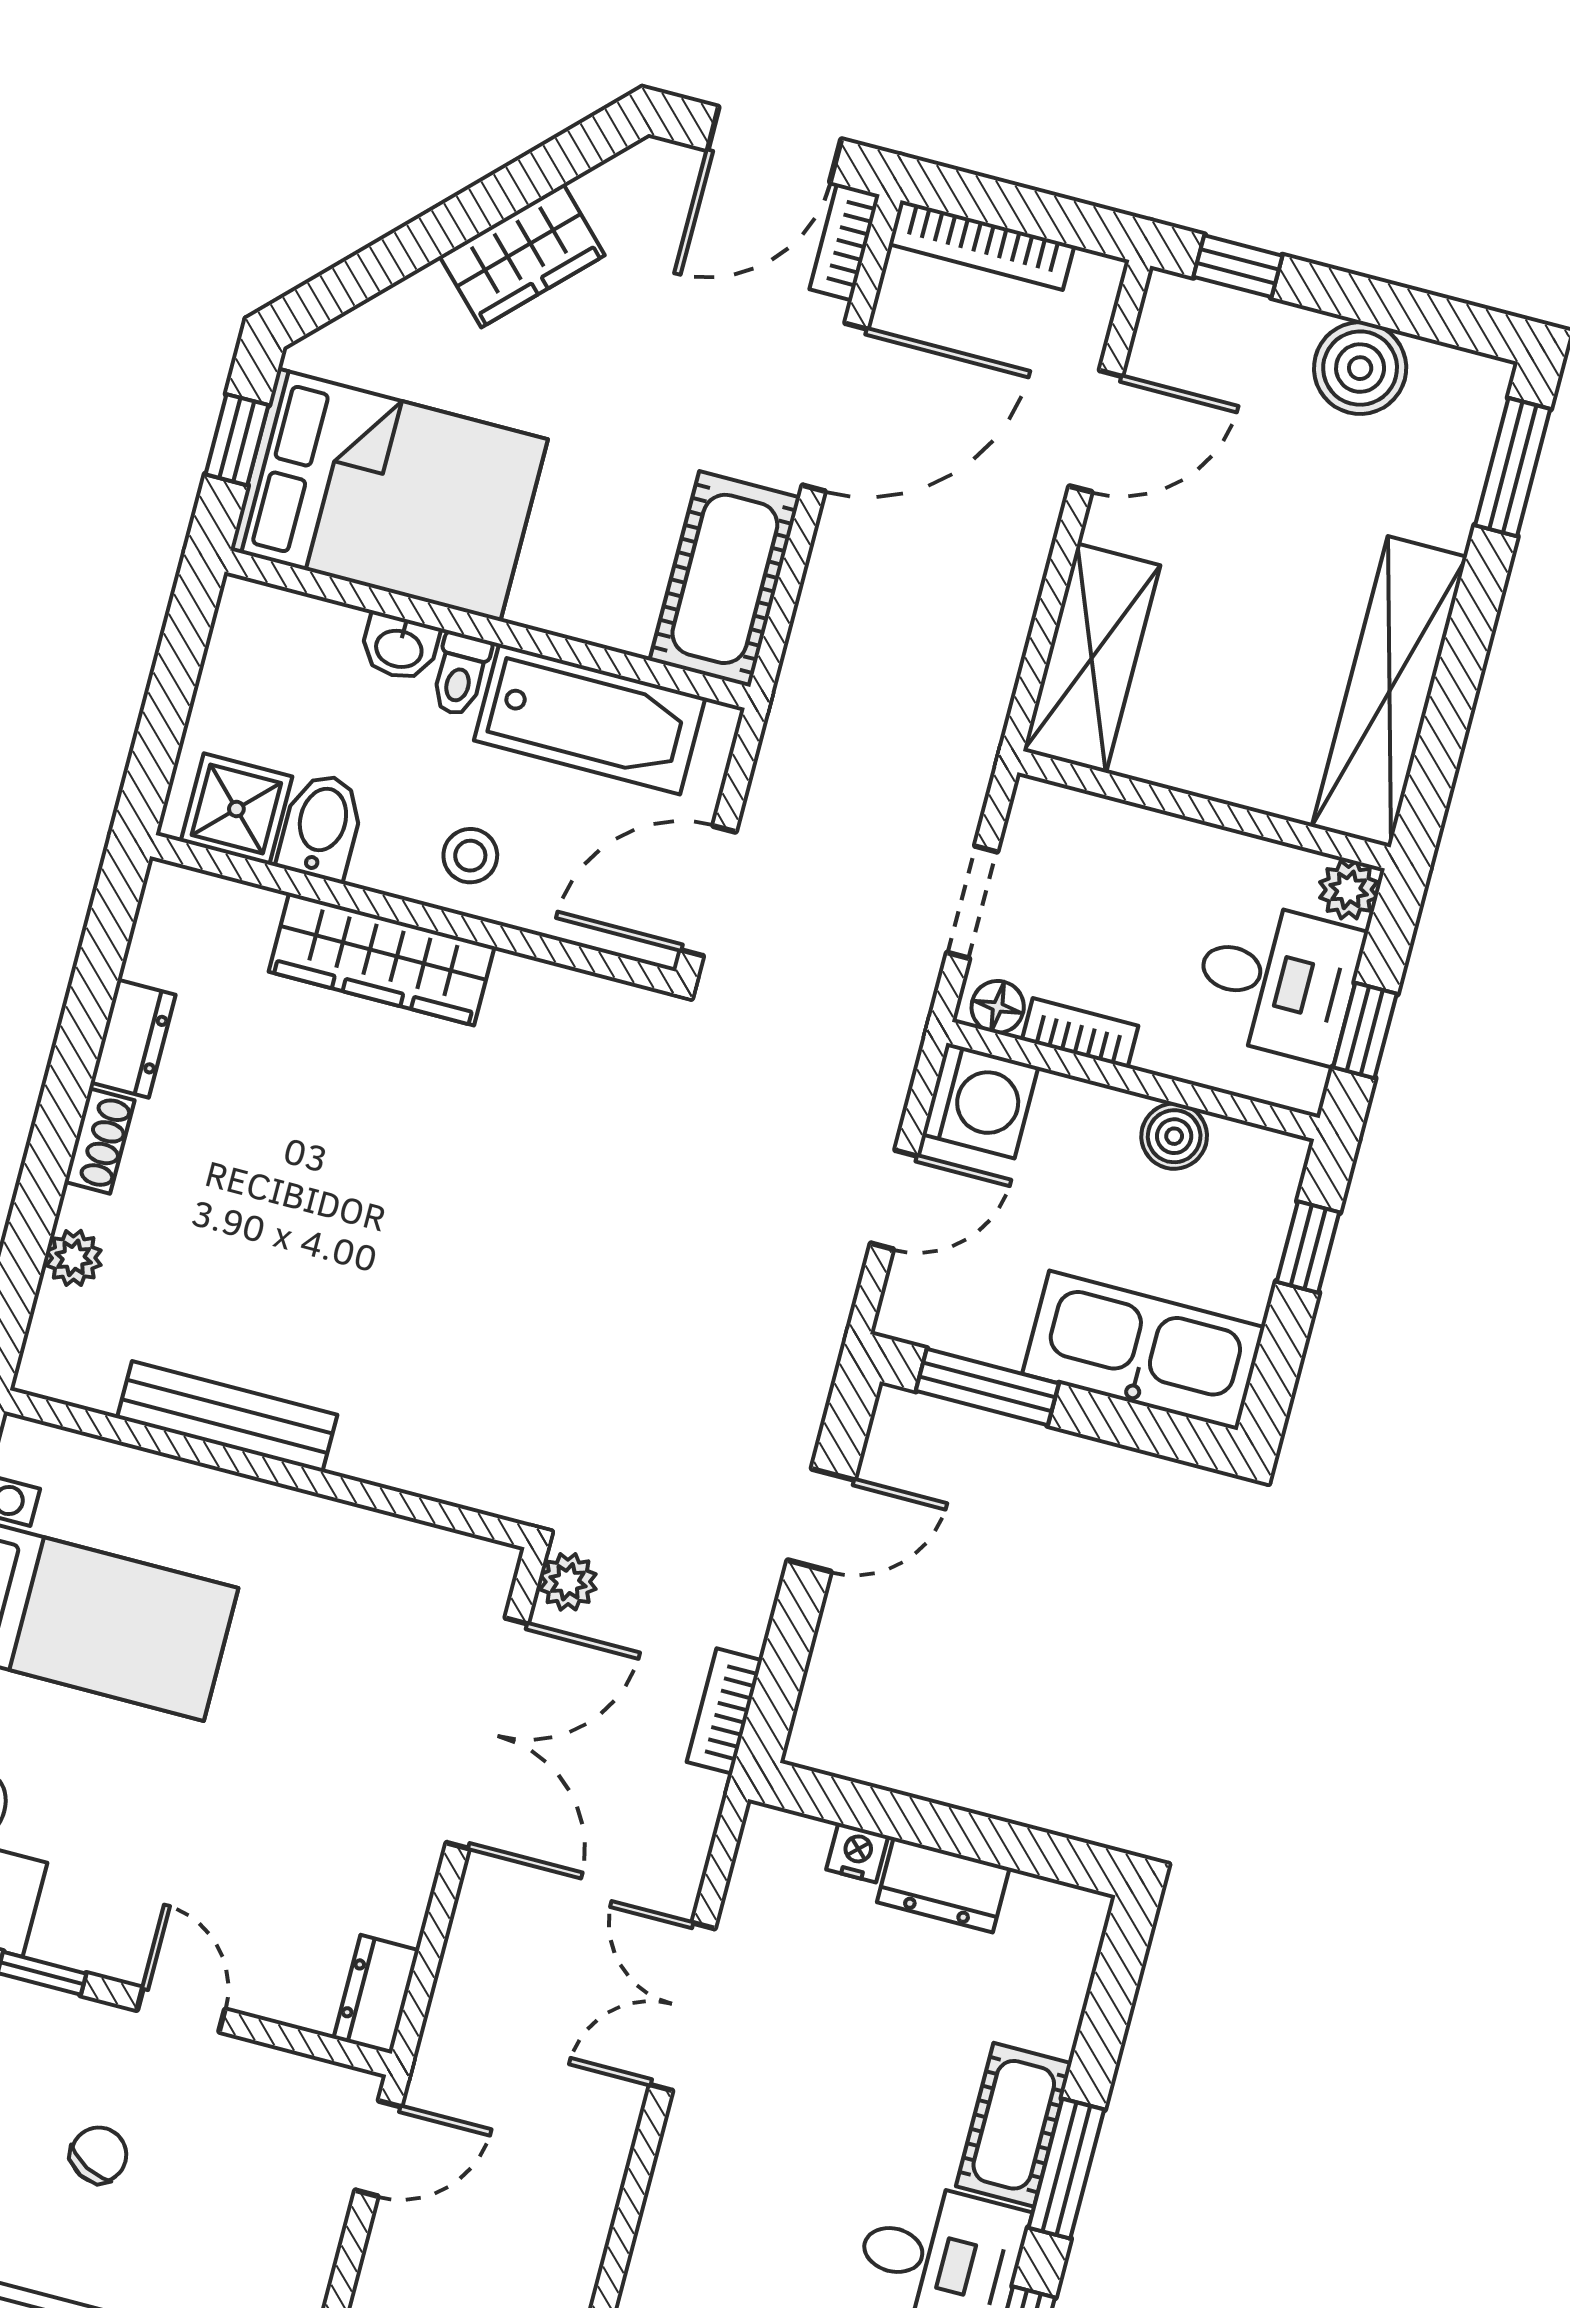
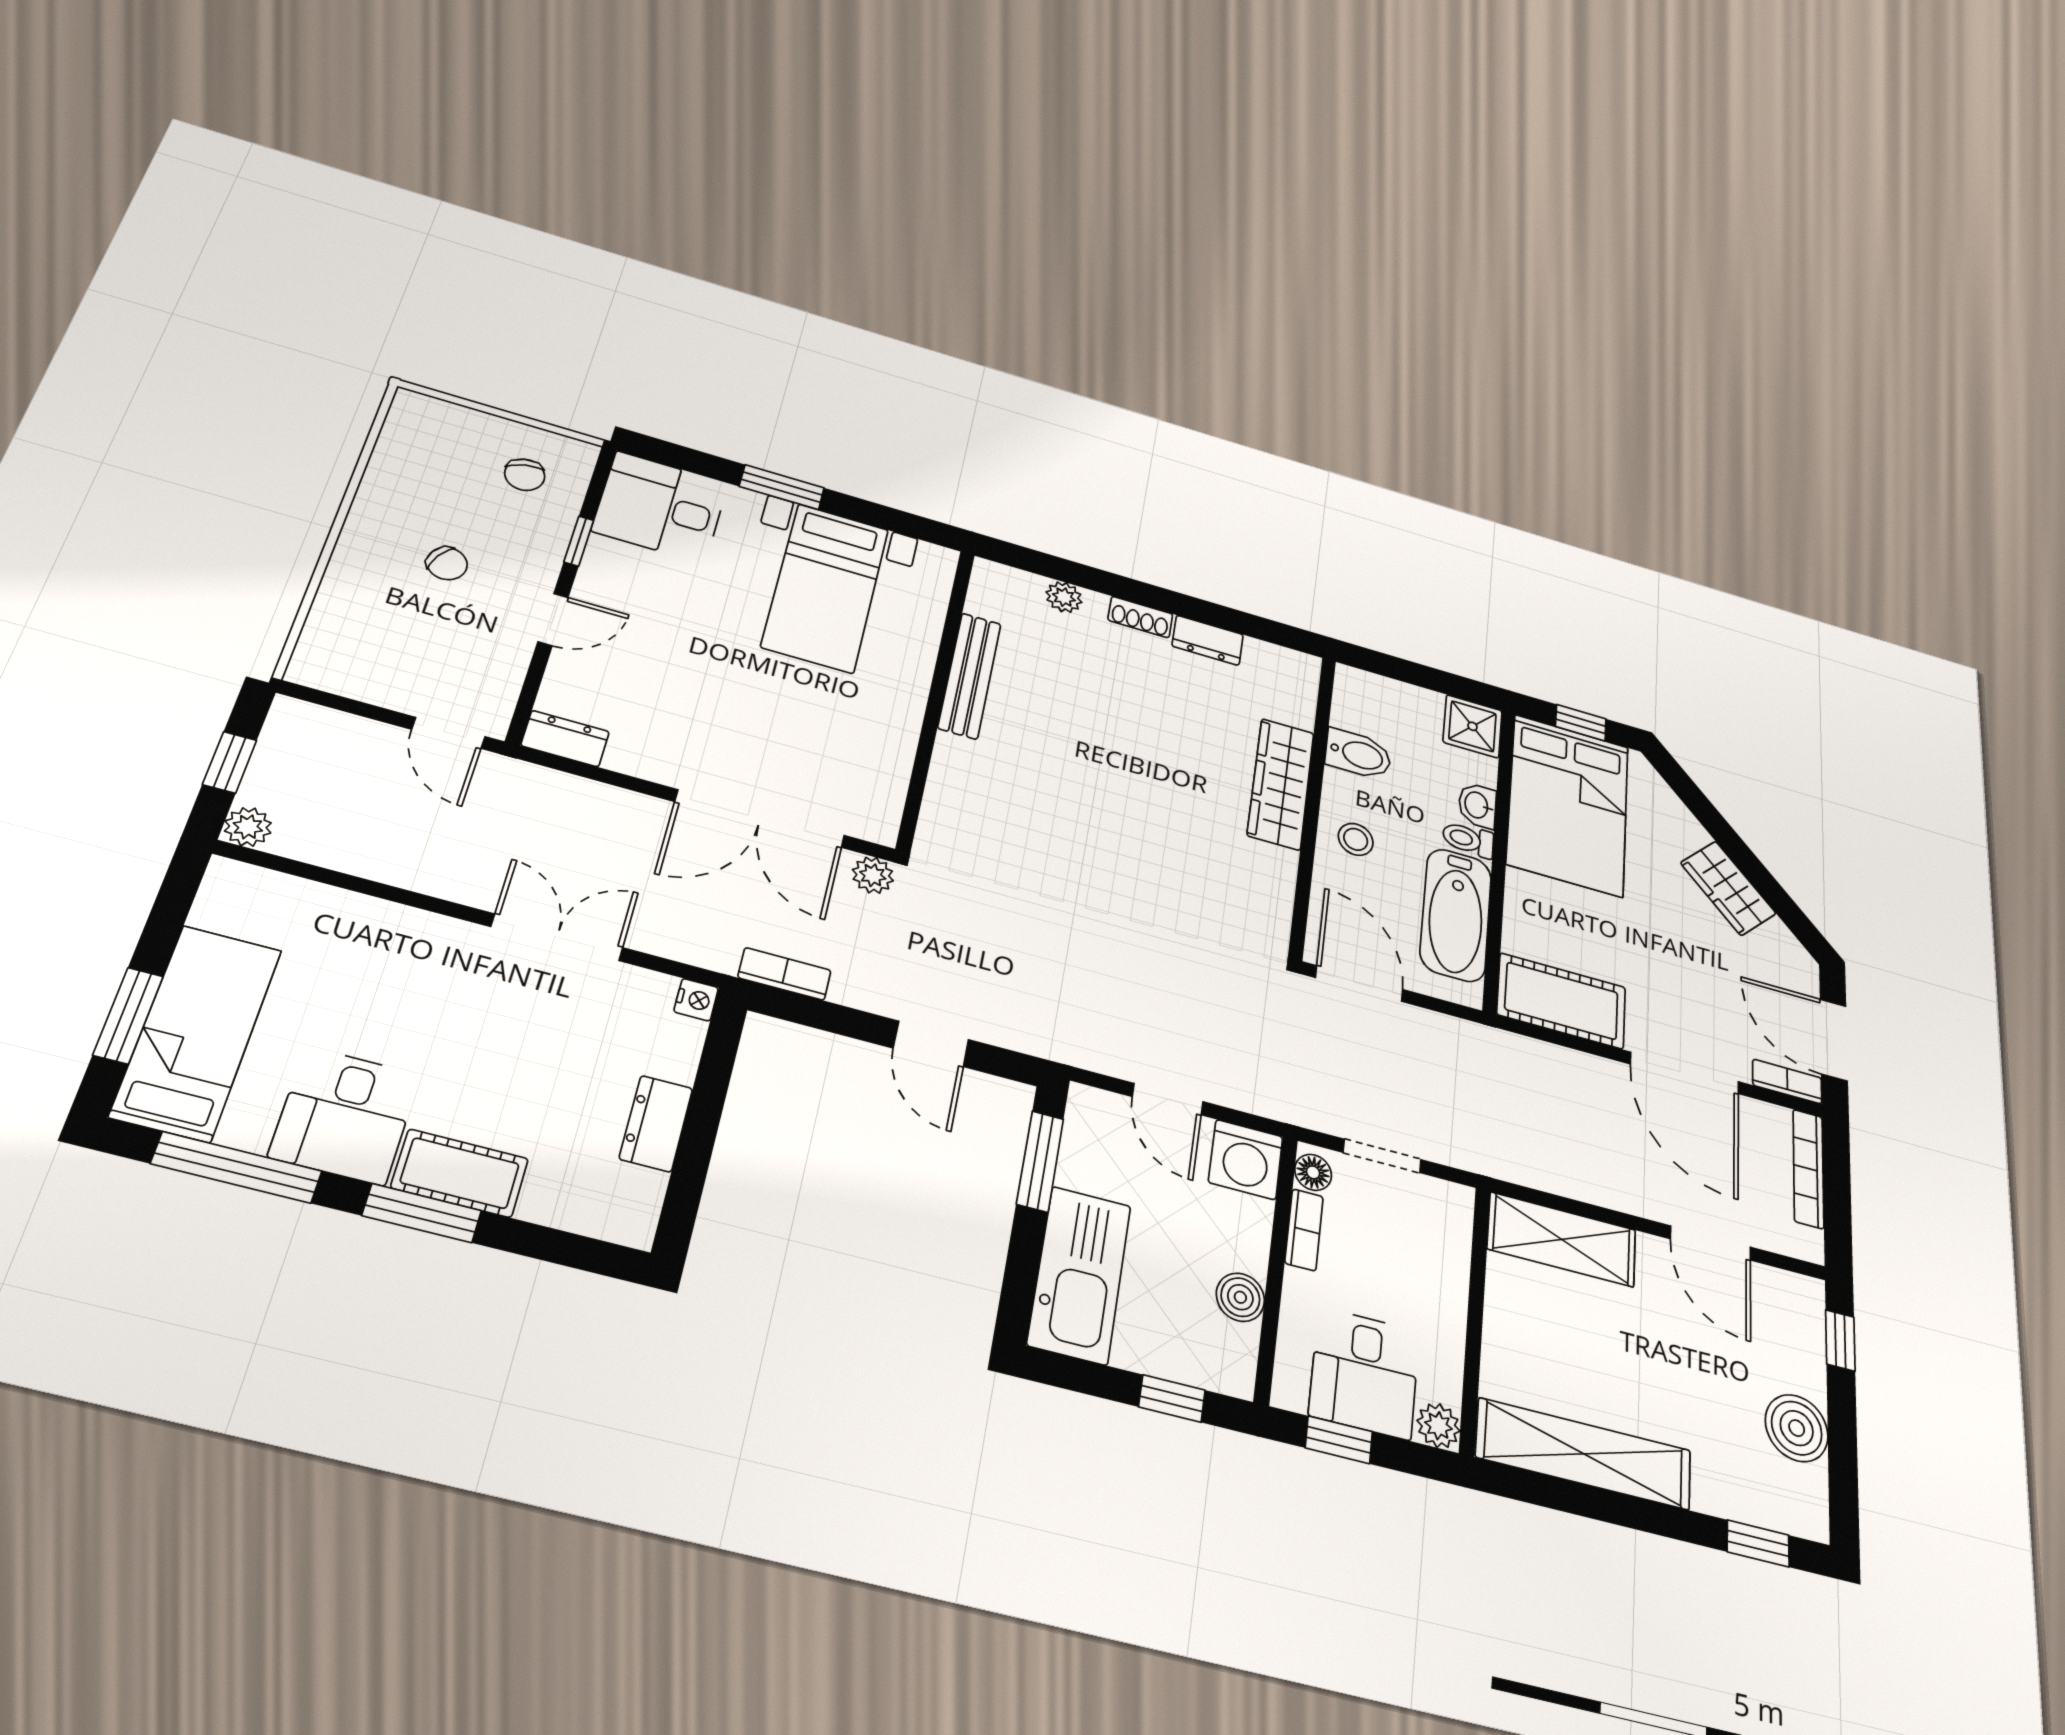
window: (1513, 467) -> (1758, 1543), width x0.67
shower: (236, 809) -> (1473, 726), moved
nightstand: (857, 1853) -> (696, 1000), moved

